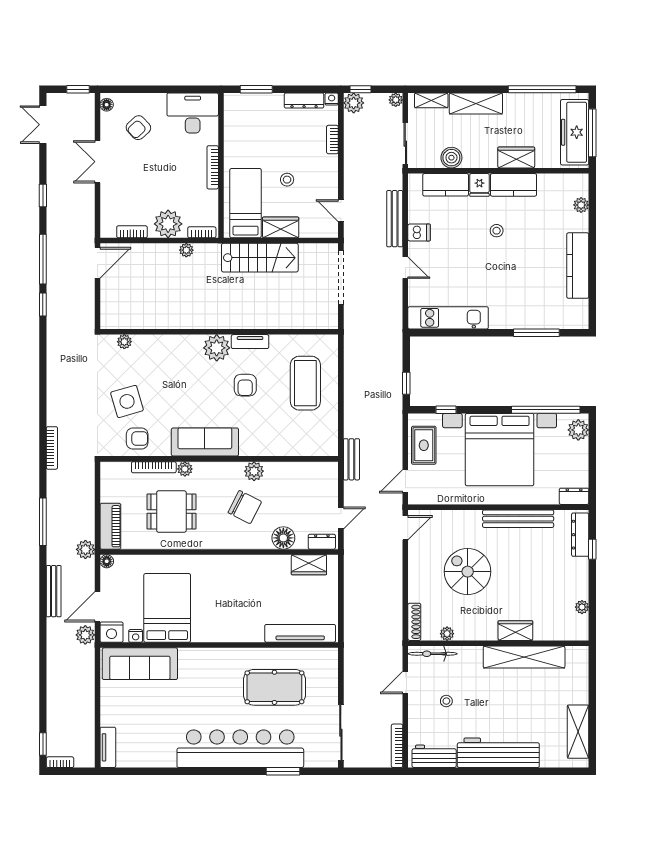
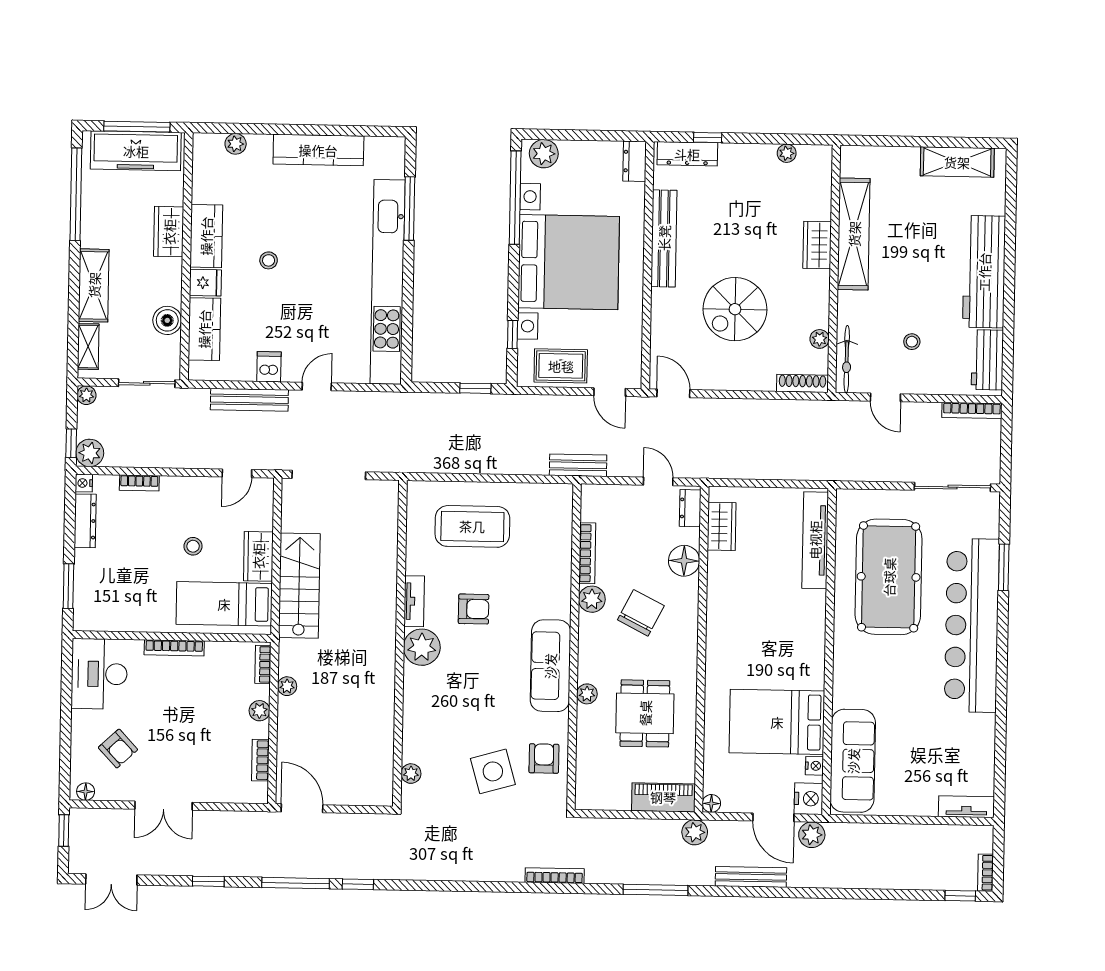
plant: (168, 224) -> (259, 711), width x0.53, depth x0.53
kitchen unit: (448, 318) -> (388, 282), width x1.86
bookcase: (154, 467) -> (587, 553), moved
pool table: (274, 687) -> (889, 577), width x1.36, depth x1.32

